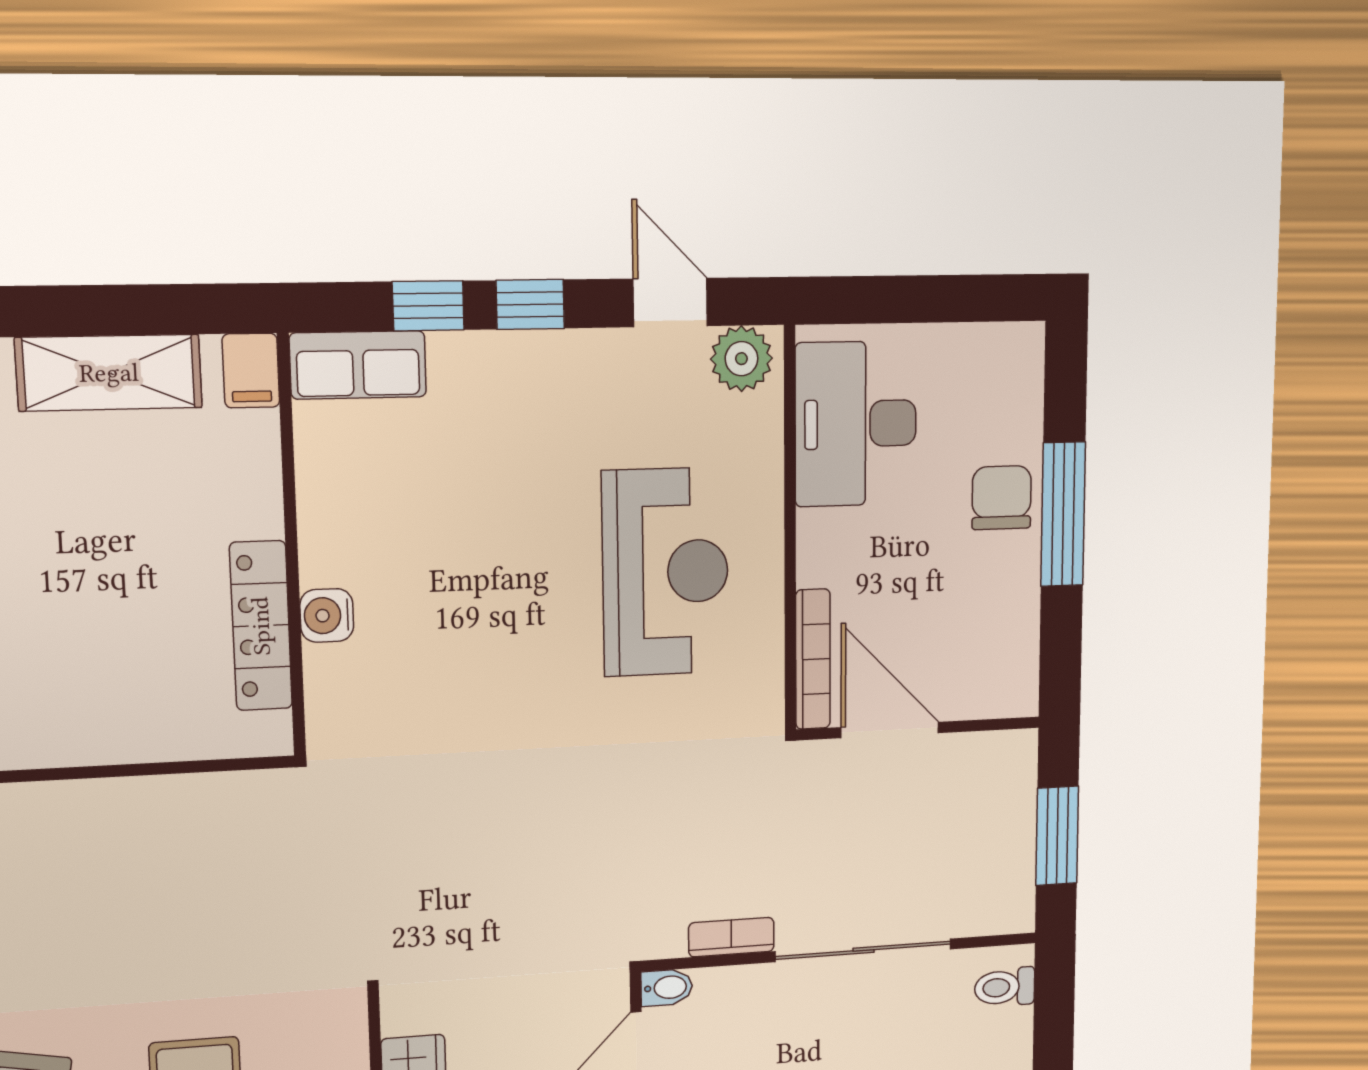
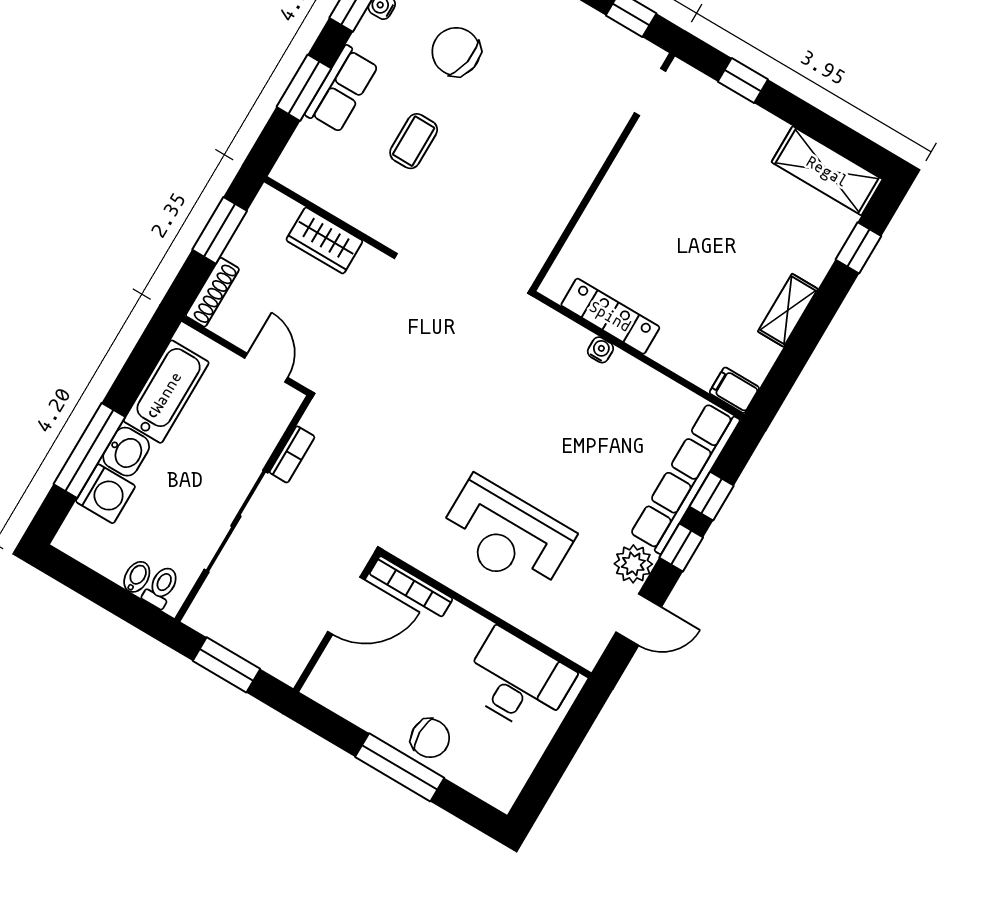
plant: (741, 359) -> (633, 564), moved
row of seats: (358, 365) -> (685, 478), width x2.02
shelving: (109, 373) -> (788, 310), width x0.67, depth x0.75
water cooler: (327, 615) -> (600, 350), width x0.72, depth x0.72
bidet: (667, 988) -> (137, 577), moved, turned 180

